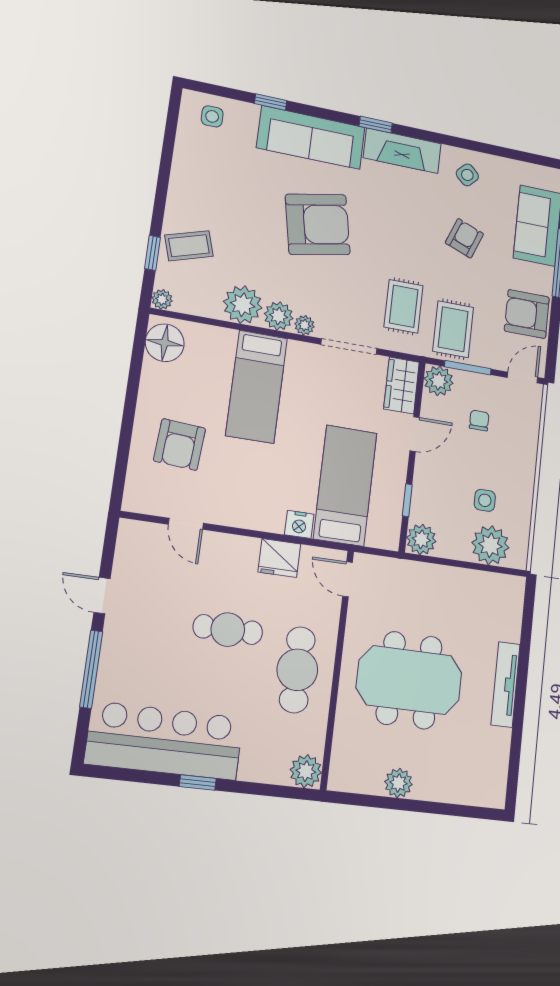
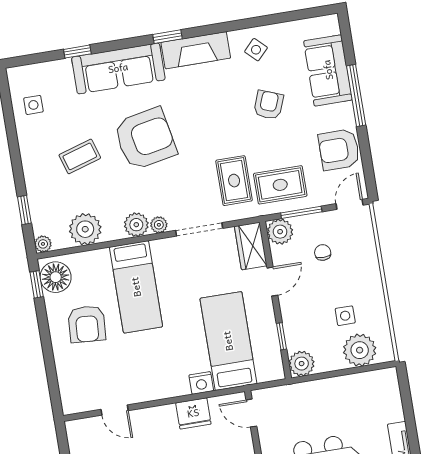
side table: (212, 116) -> (33, 105), moved
coffee table: (189, 246) -> (80, 156), moved
plant: (243, 305) -> (85, 229), moved
rug: (453, 329) -> (280, 185), turned 90
window: (139, 343) -> (37, 284), added
armchair: (180, 445) -> (87, 324), moved

